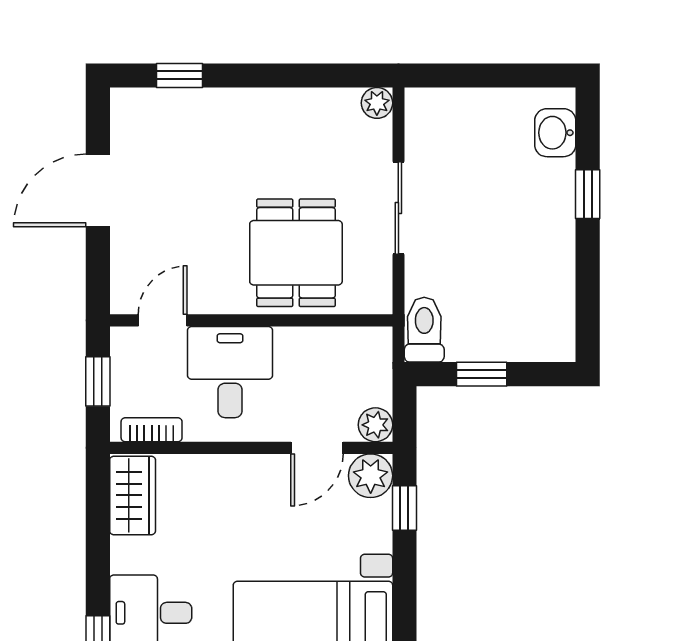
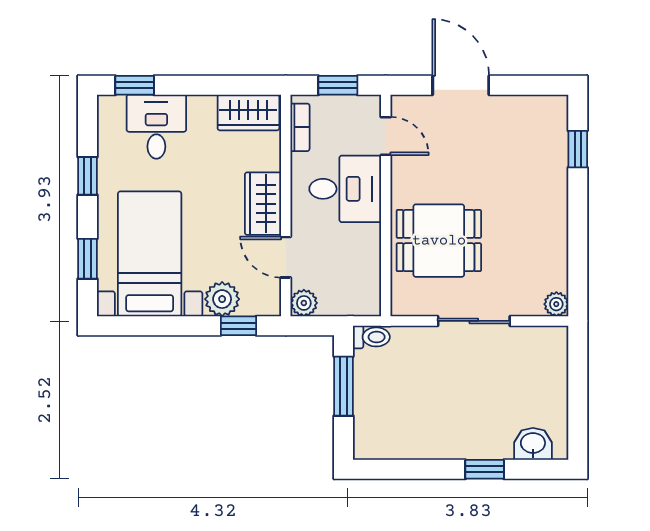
door: (98, 190) -> (461, 85), moved
toilet: (424, 330) -> (371, 337), width x0.73, depth x0.72
window: (482, 374) -> (344, 386), width x1.50
plant: (371, 476) -> (222, 299), moved
wardrobe: (249, 477) -> (263, 204), added

